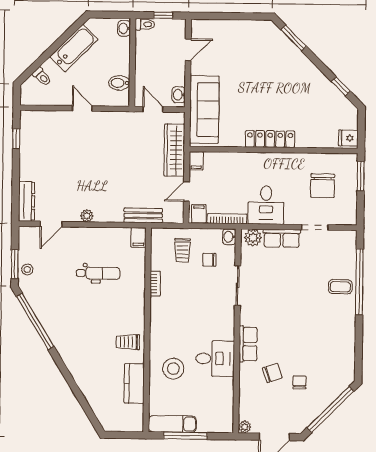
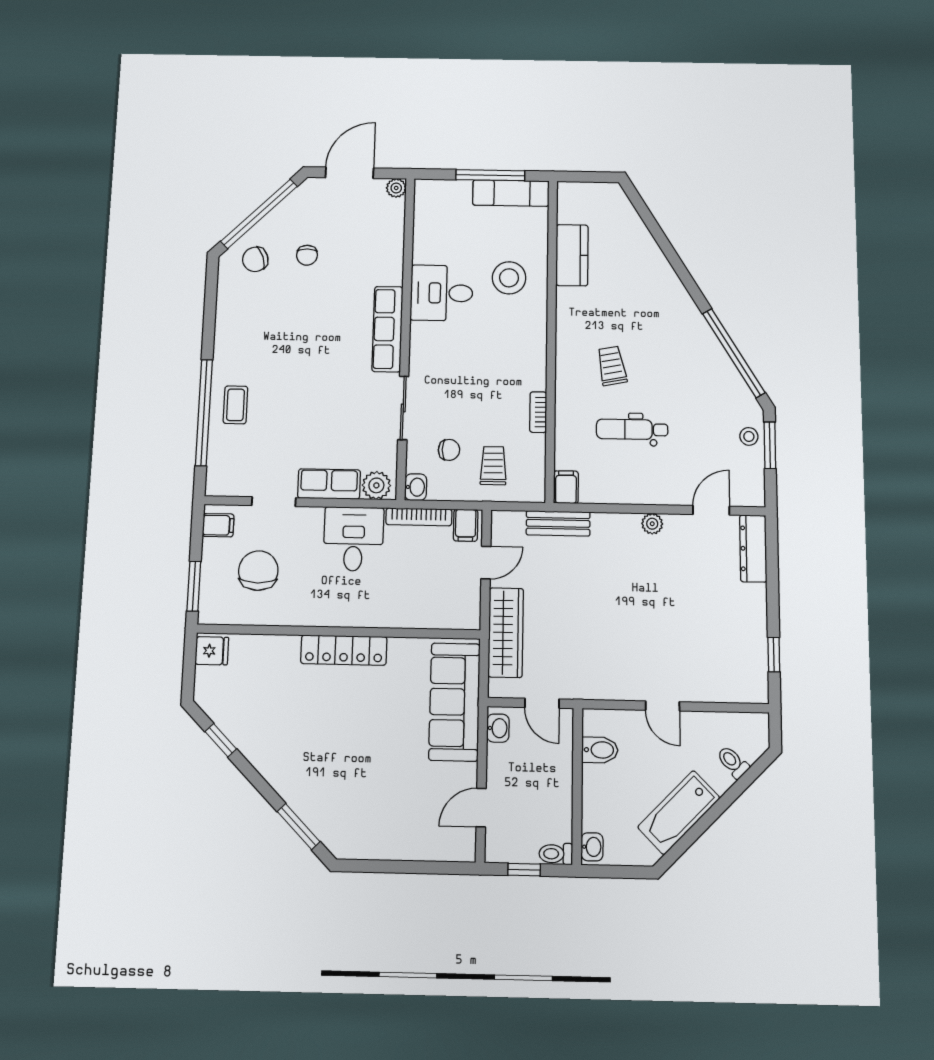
filing cabinet: (196, 161) -> (218, 525), moved, turned 90
coffee table: (340, 287) -> (236, 405), turned 90
trolley: (128, 342) -> (612, 366), moved, turned -101
row of seats: (248, 344) -> (388, 329), width x1.48
chair: (272, 373) -> (255, 259), moved

